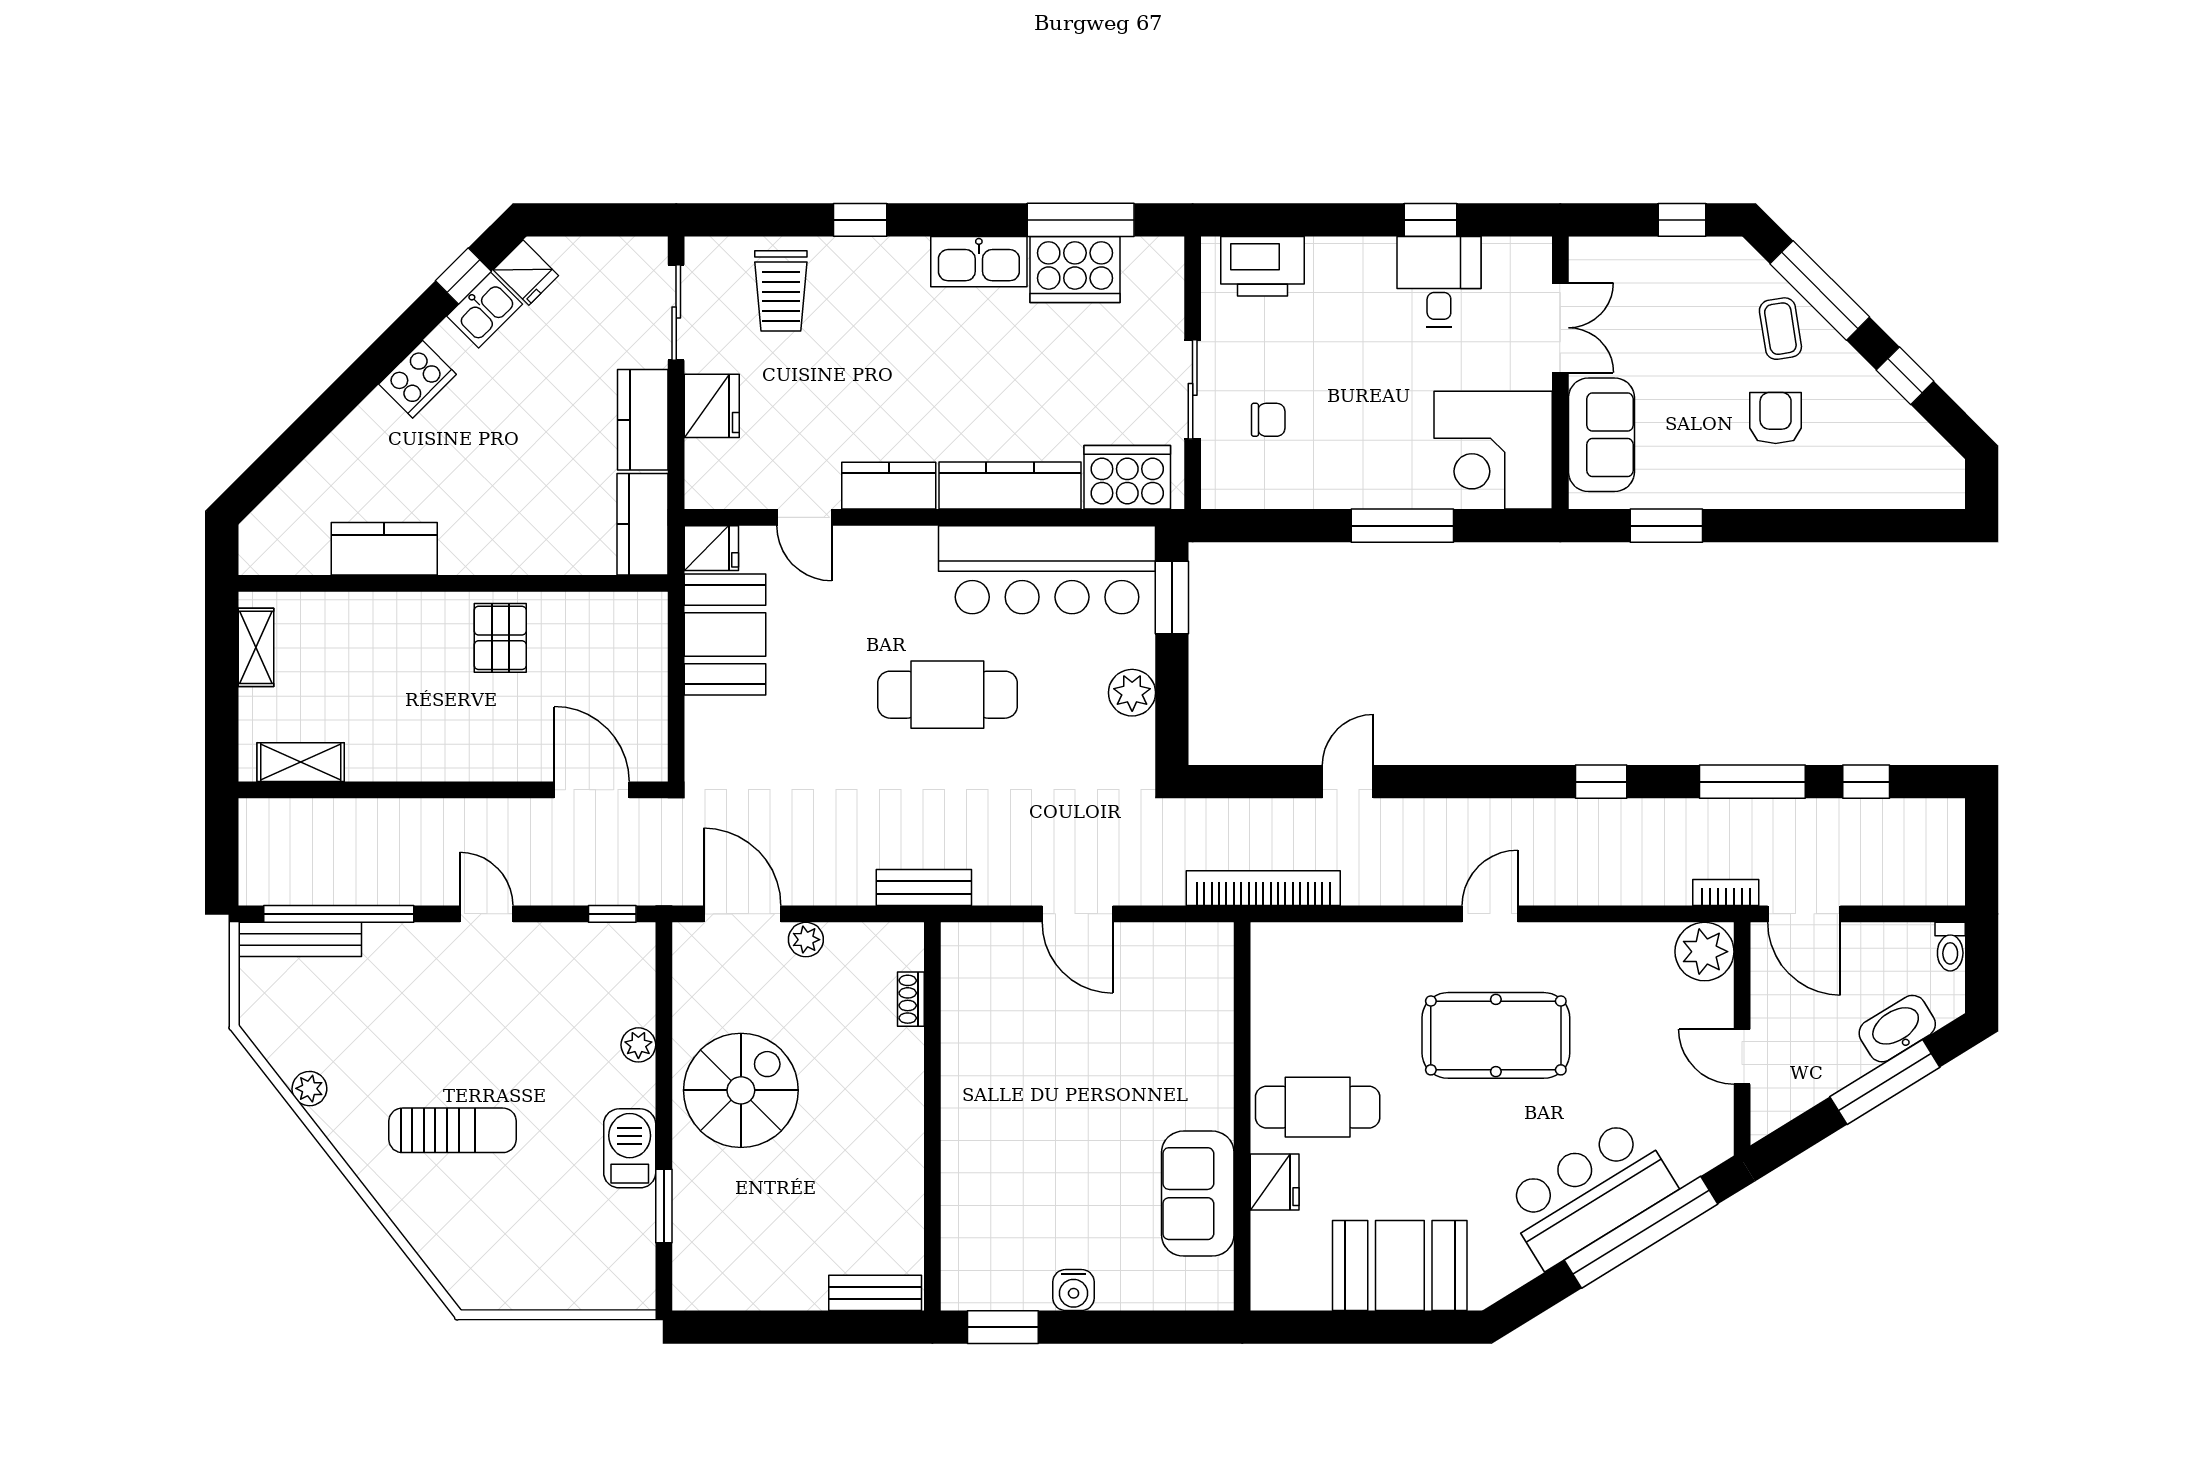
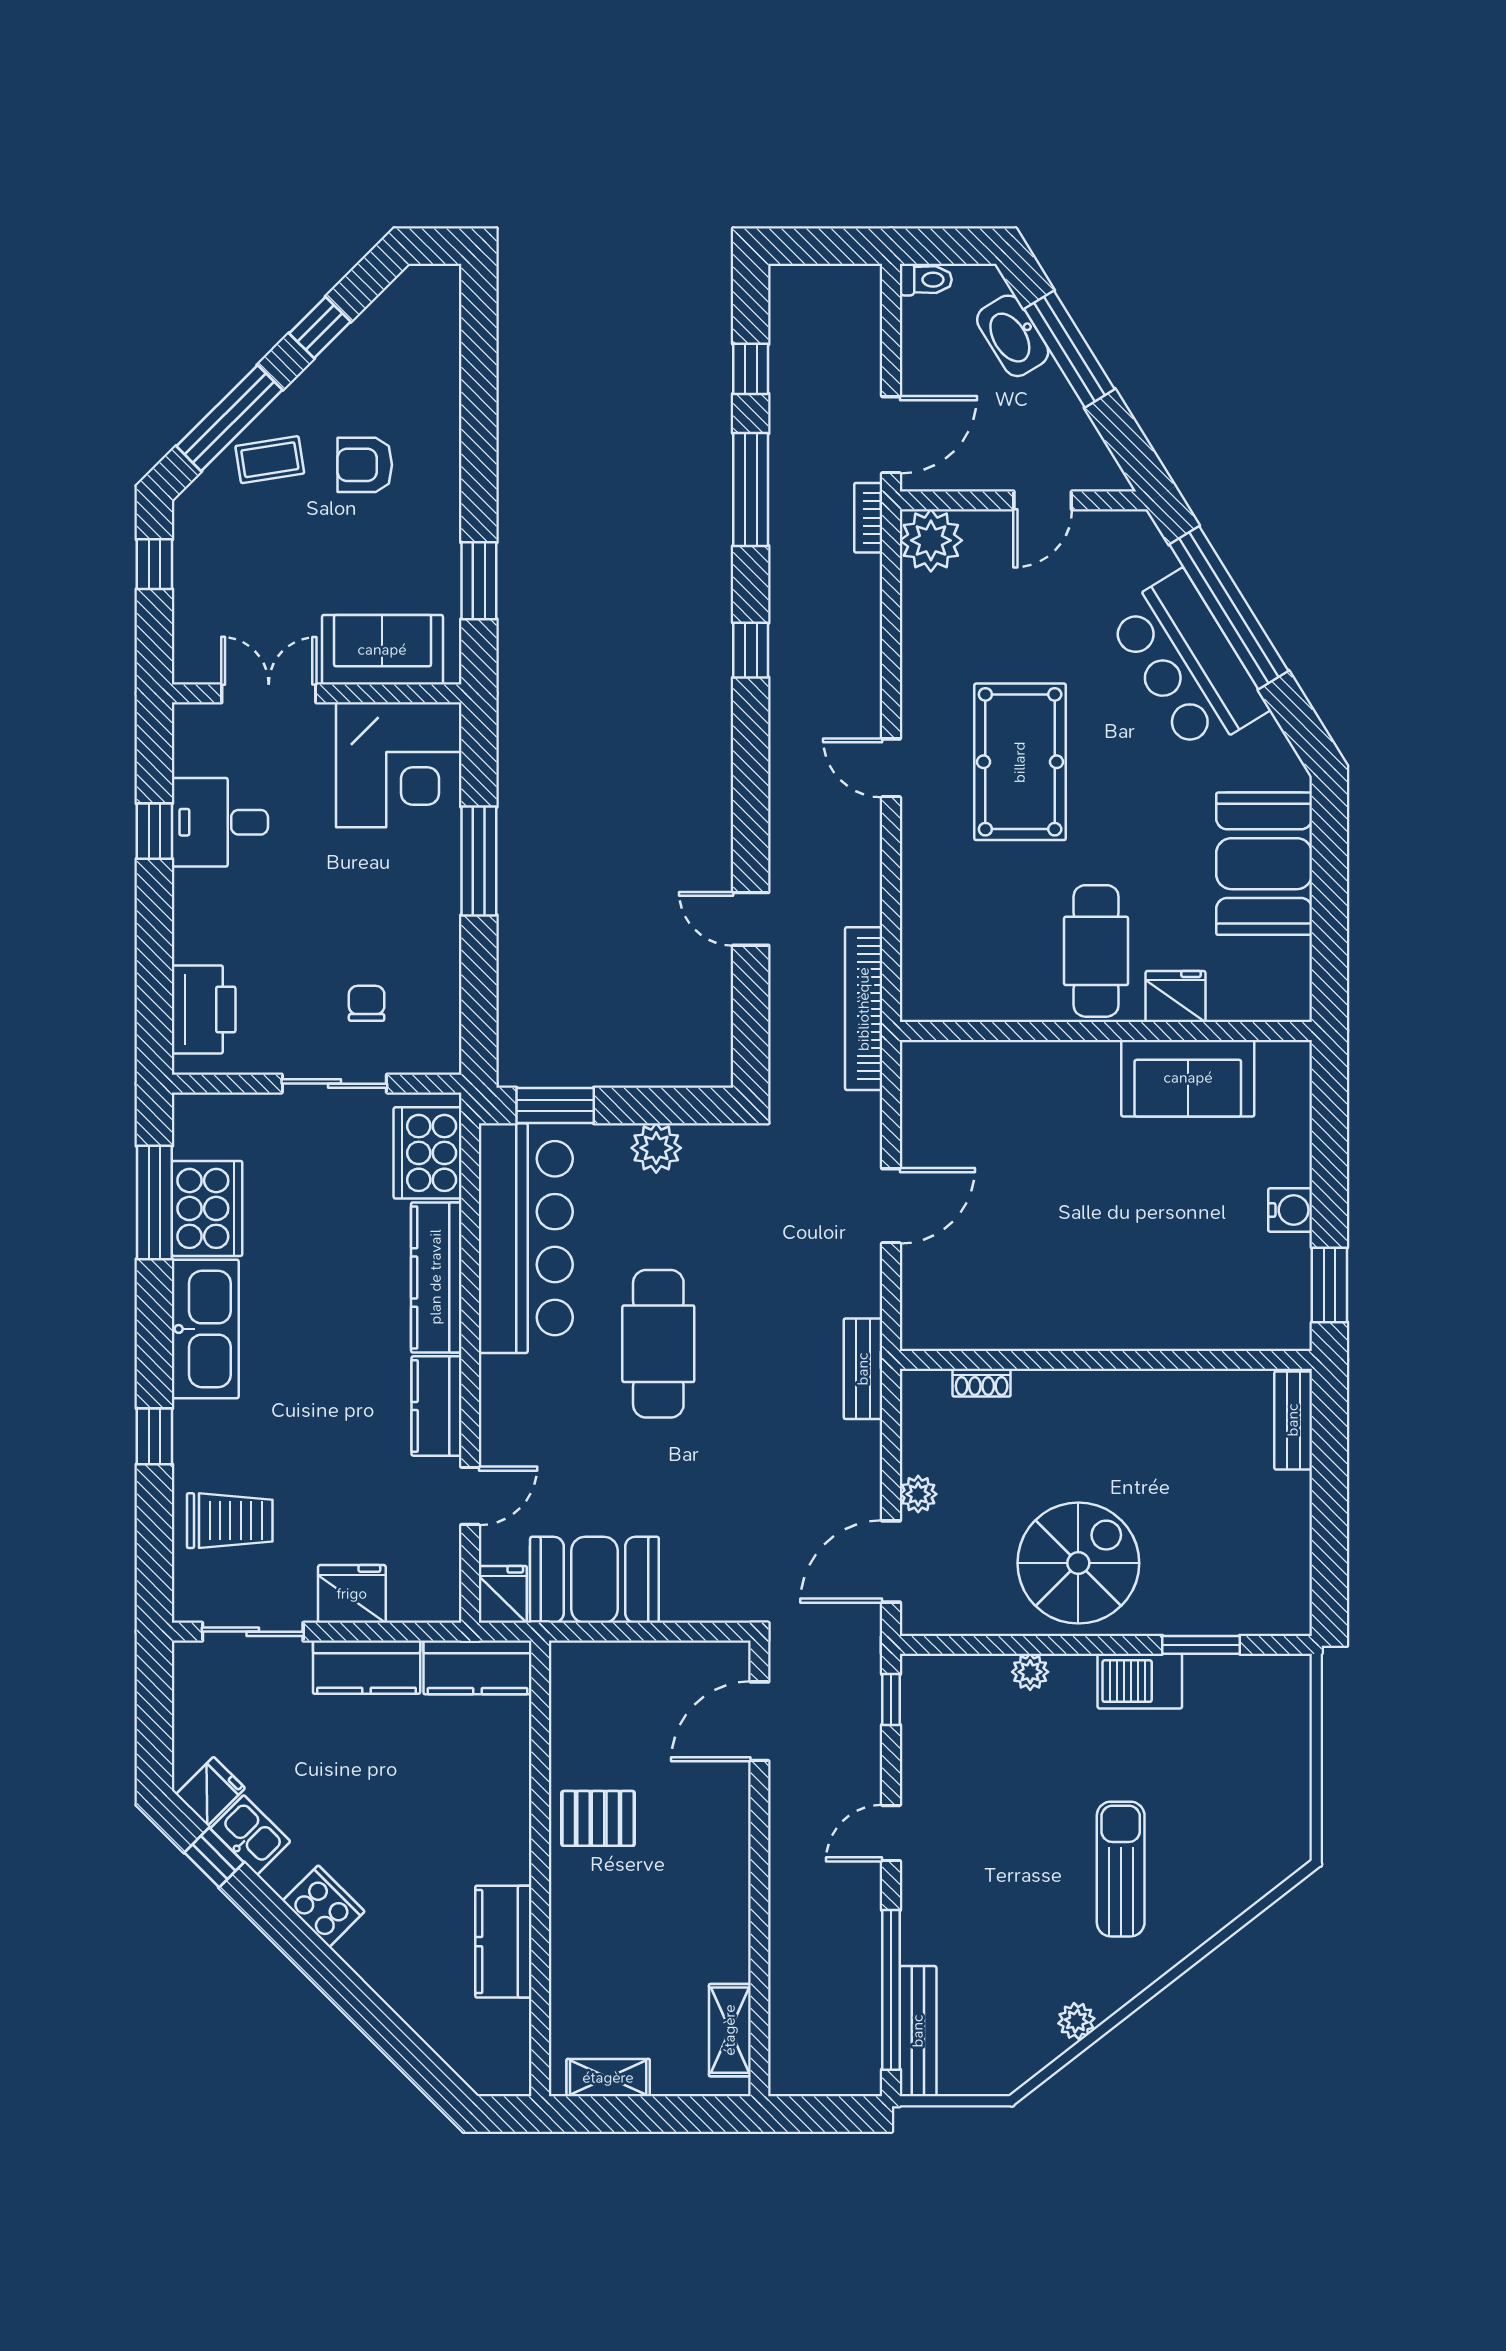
kitchen sink: (979, 262) -> (205, 1329), width x1.36, depth x1.24
spiral stairs: (741, 1090) -> (1078, 1563), turned 90

